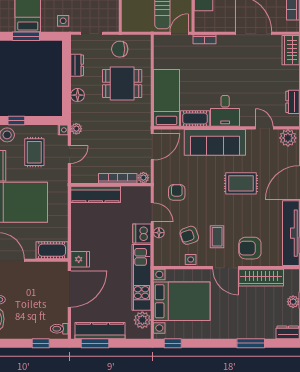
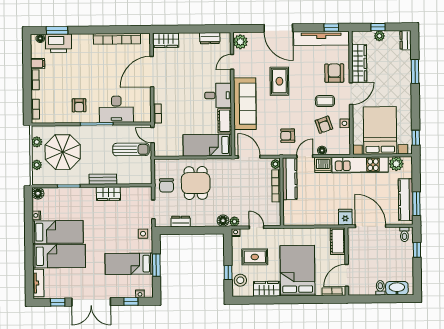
floor lamp: (78, 95) -> (223, 221), moved
kitchen counter: (96, 194) -> (290, 179), moved
armchair: (250, 248) -> (334, 73), turned 180

